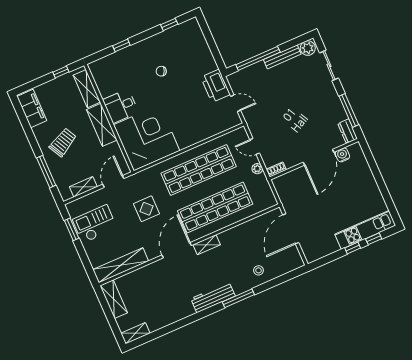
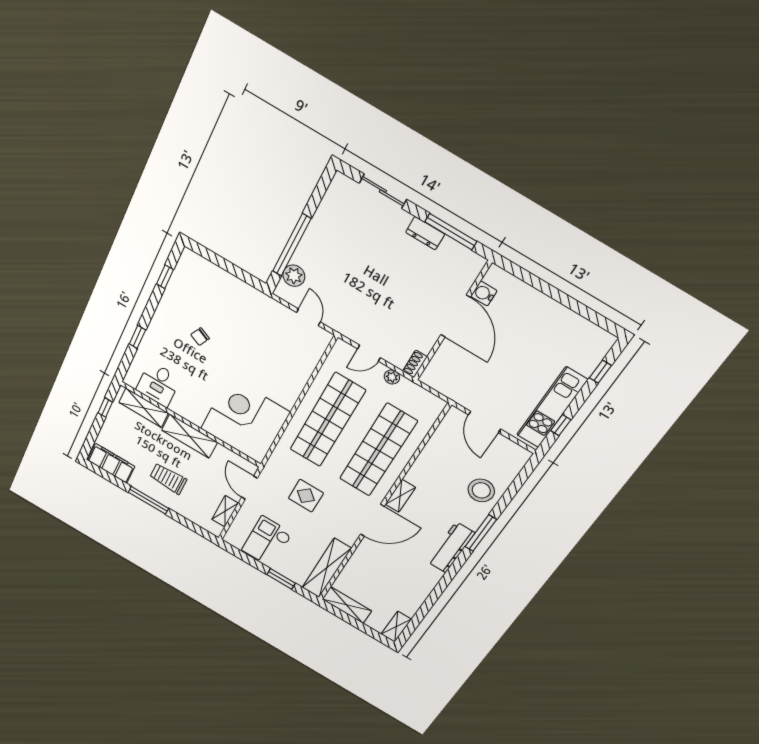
plant: (308, 48) -> (294, 276), moved
bench: (282, 57) -> (318, 222), removed
printer: (216, 86) -> (270, 312), removed
door: (236, 103) -> (308, 317), hinge flipped
desk: (121, 106) -> (158, 384), moved
dresser: (348, 131) -> (425, 233), moved
trolley: (63, 142) -> (168, 479), turned -62
window: (46, 172) -> (148, 500), moved
window: (72, 229) -> (281, 579), moved
door: (291, 229) -> (484, 422), width x0.73
kitchen unit: (365, 230) -> (552, 408), moved
window: (353, 248) -> (561, 425), moved
door: (177, 250) -> (372, 520), swing flipped
stool: (259, 270) -> (481, 490), width x1.89, depth x1.89

